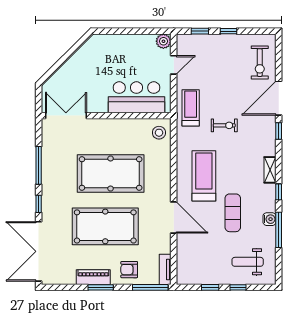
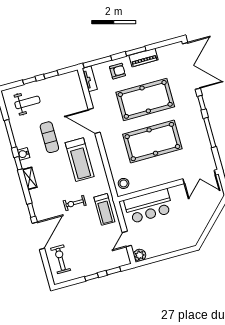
water cooler: (269, 219) -> (23, 154), moved

